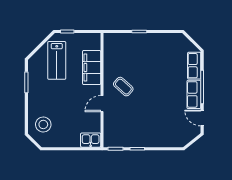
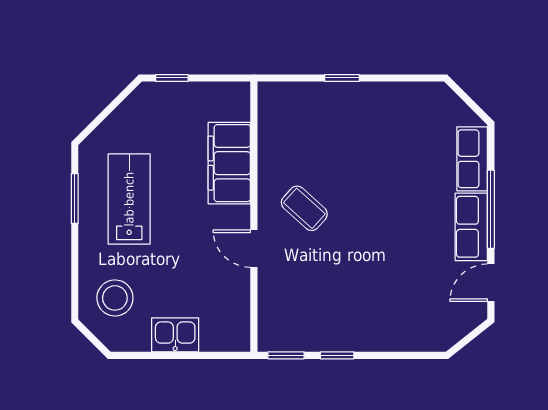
lab bench: (57, 60) -> (129, 199), moved, turned 180
door: (102, 104) -> (254, 249), hinge flipped
door: (202, 118) -> (491, 283), hinge flipped
kitchen sink: (91, 140) -> (175, 335), moved

